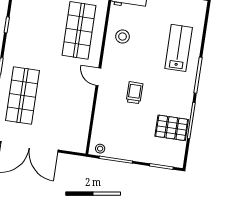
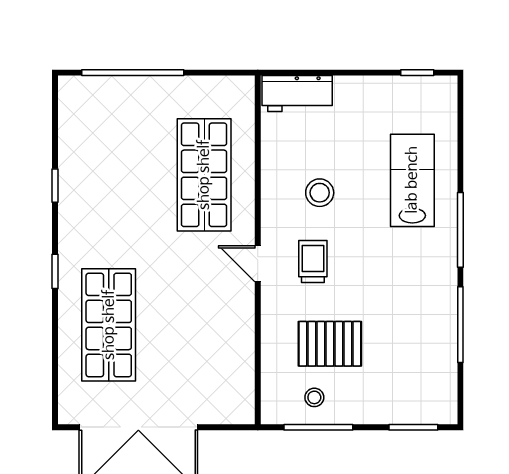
stool: (123, 37) -> (320, 193), moved
trolley: (135, 93) -> (313, 262), moved
pallet: (172, 128) -> (330, 344), moved
stool: (100, 149) -> (314, 397), moved

